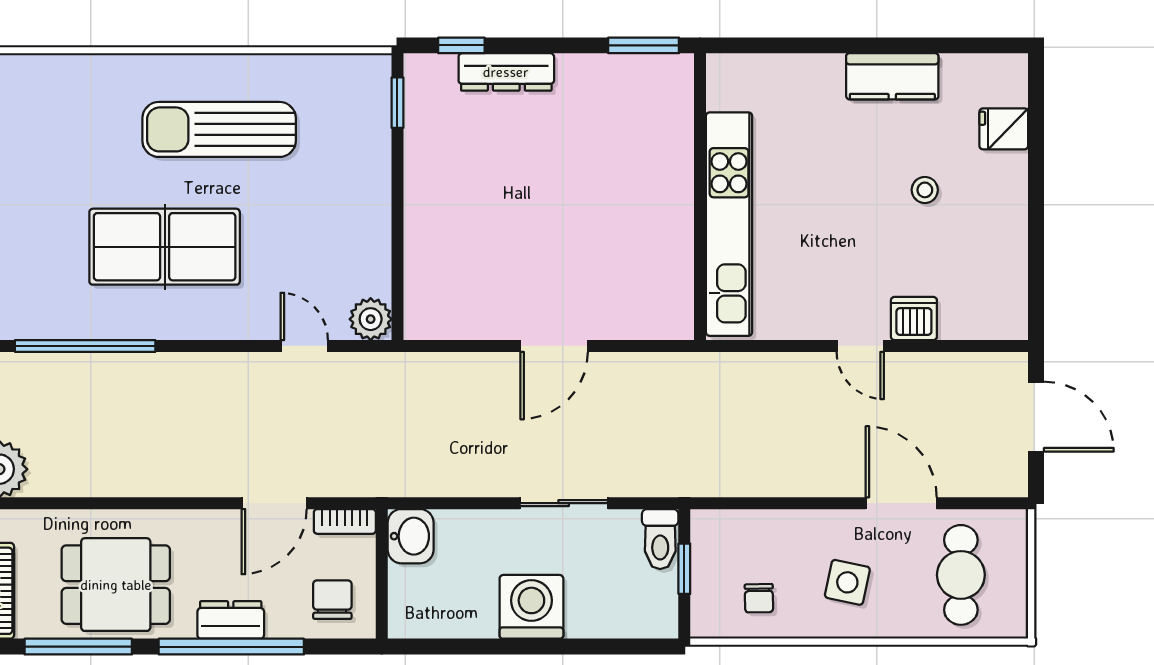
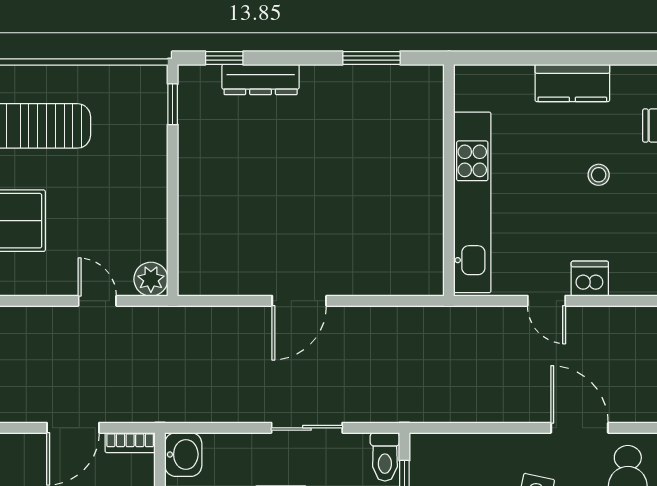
wall: (700, 197) -> (449, 180), moved
kitchen unit: (729, 224) -> (472, 202), moved

